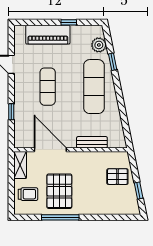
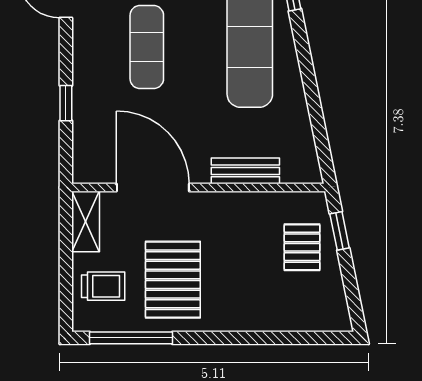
pallet: (117, 177) -> (302, 247), turned 90
window: (139, 191) -> (340, 231), moved
window: (60, 217) -> (131, 338), moved

